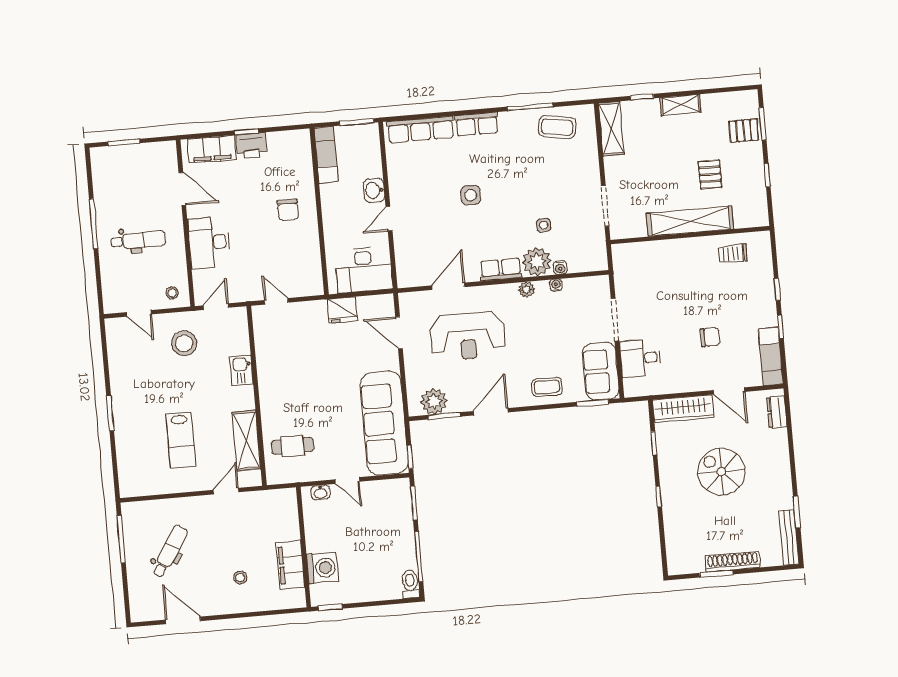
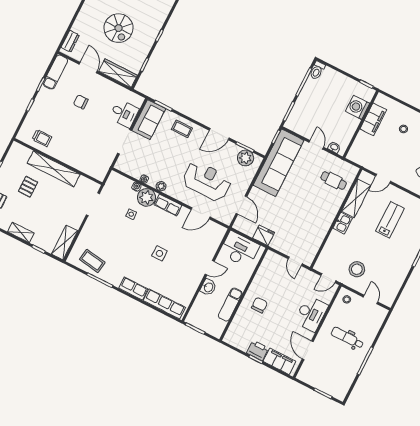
exam couch: (326, 155) -> (230, 305), moved
kitchen sink: (241, 370) -> (343, 223), moved

